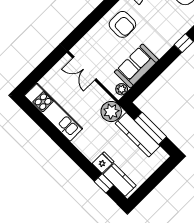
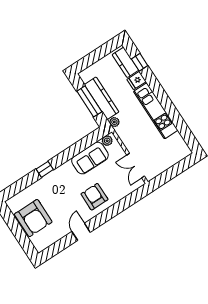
double door: (84, 68) -> (136, 166), swing flipped
kitchen unit: (54, 112) -> (156, 111), moved
plant: (111, 112) -> (114, 122), width x0.53, depth x0.53

